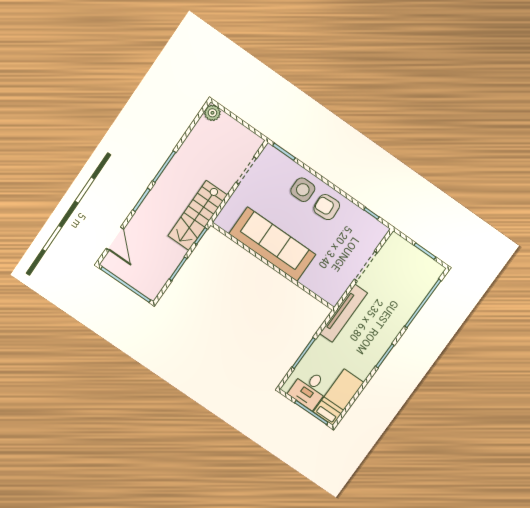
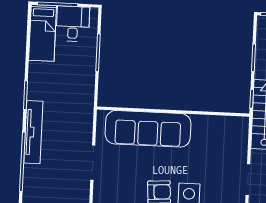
sofa: (272, 244) -> (148, 129), moved
tv unit: (343, 313) -> (33, 132), moved, turned 180

